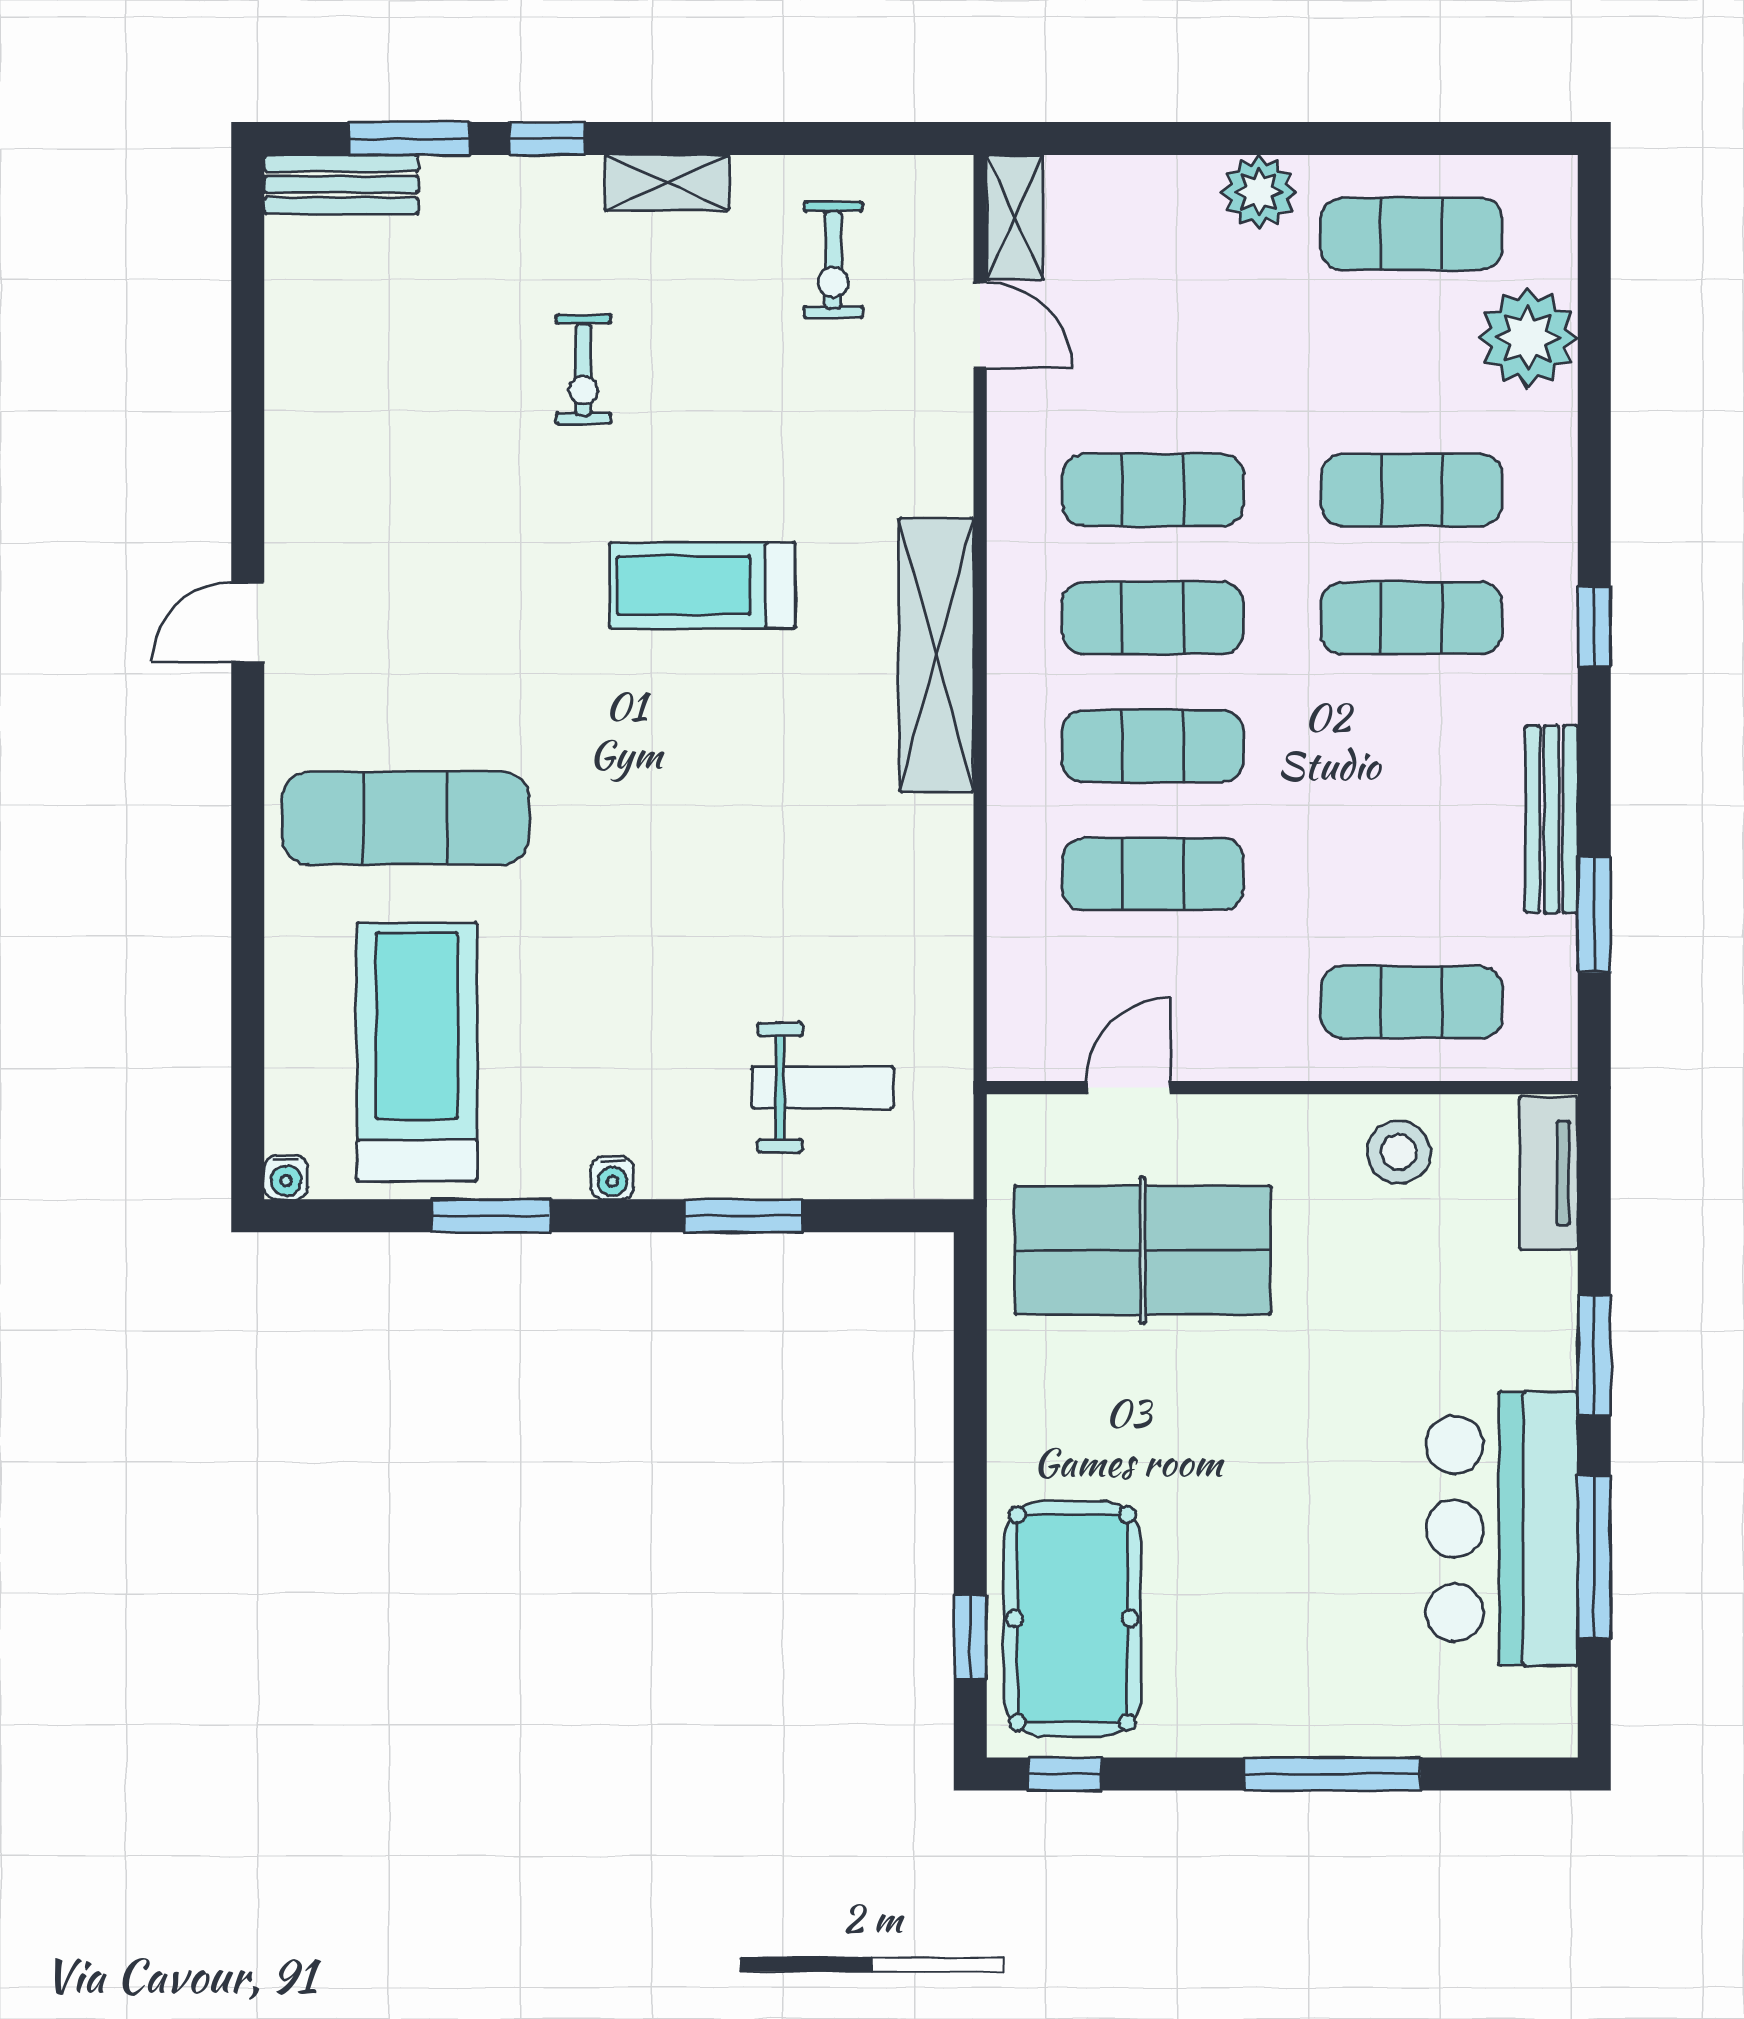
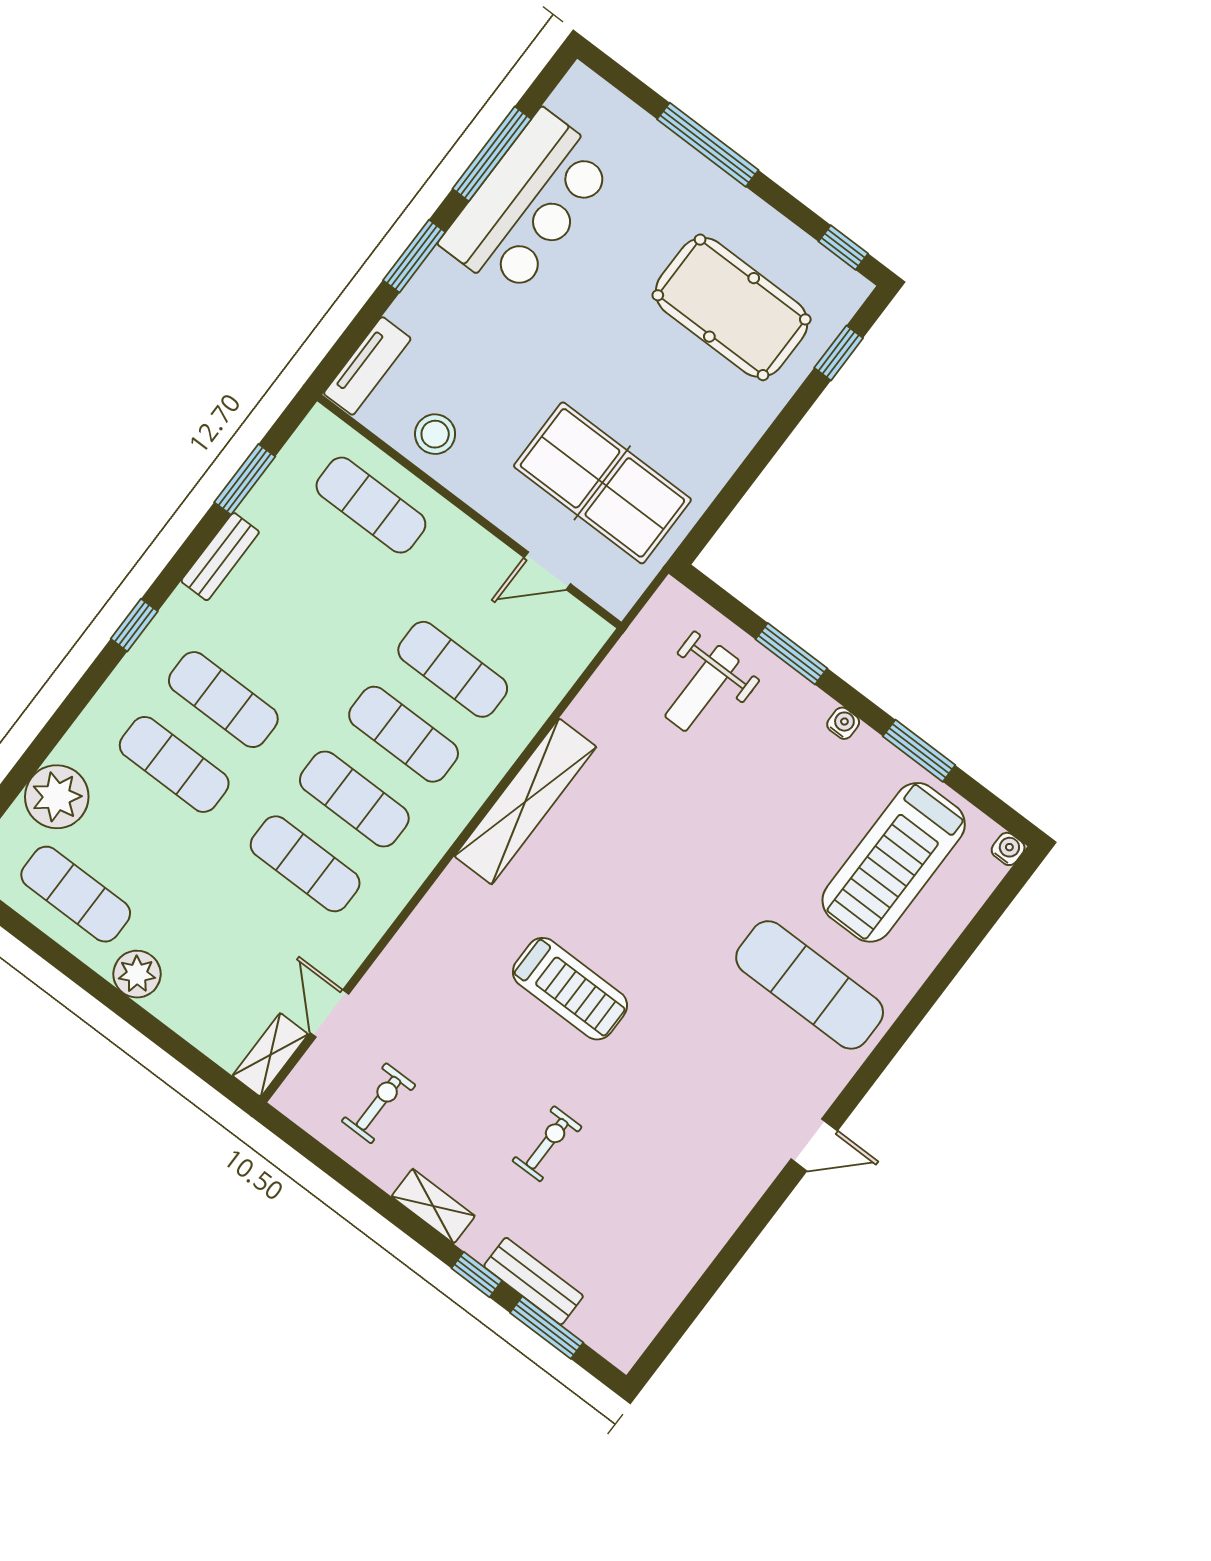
bench: (341, 184) -> (534, 1281), moved
shelving: (936, 655) -> (525, 801), moved
bench: (1552, 819) -> (220, 557), width x0.73
weight bench: (822, 1087) -> (702, 688), turned -90
pool table: (1072, 1619) -> (732, 307), moved, turned 90

